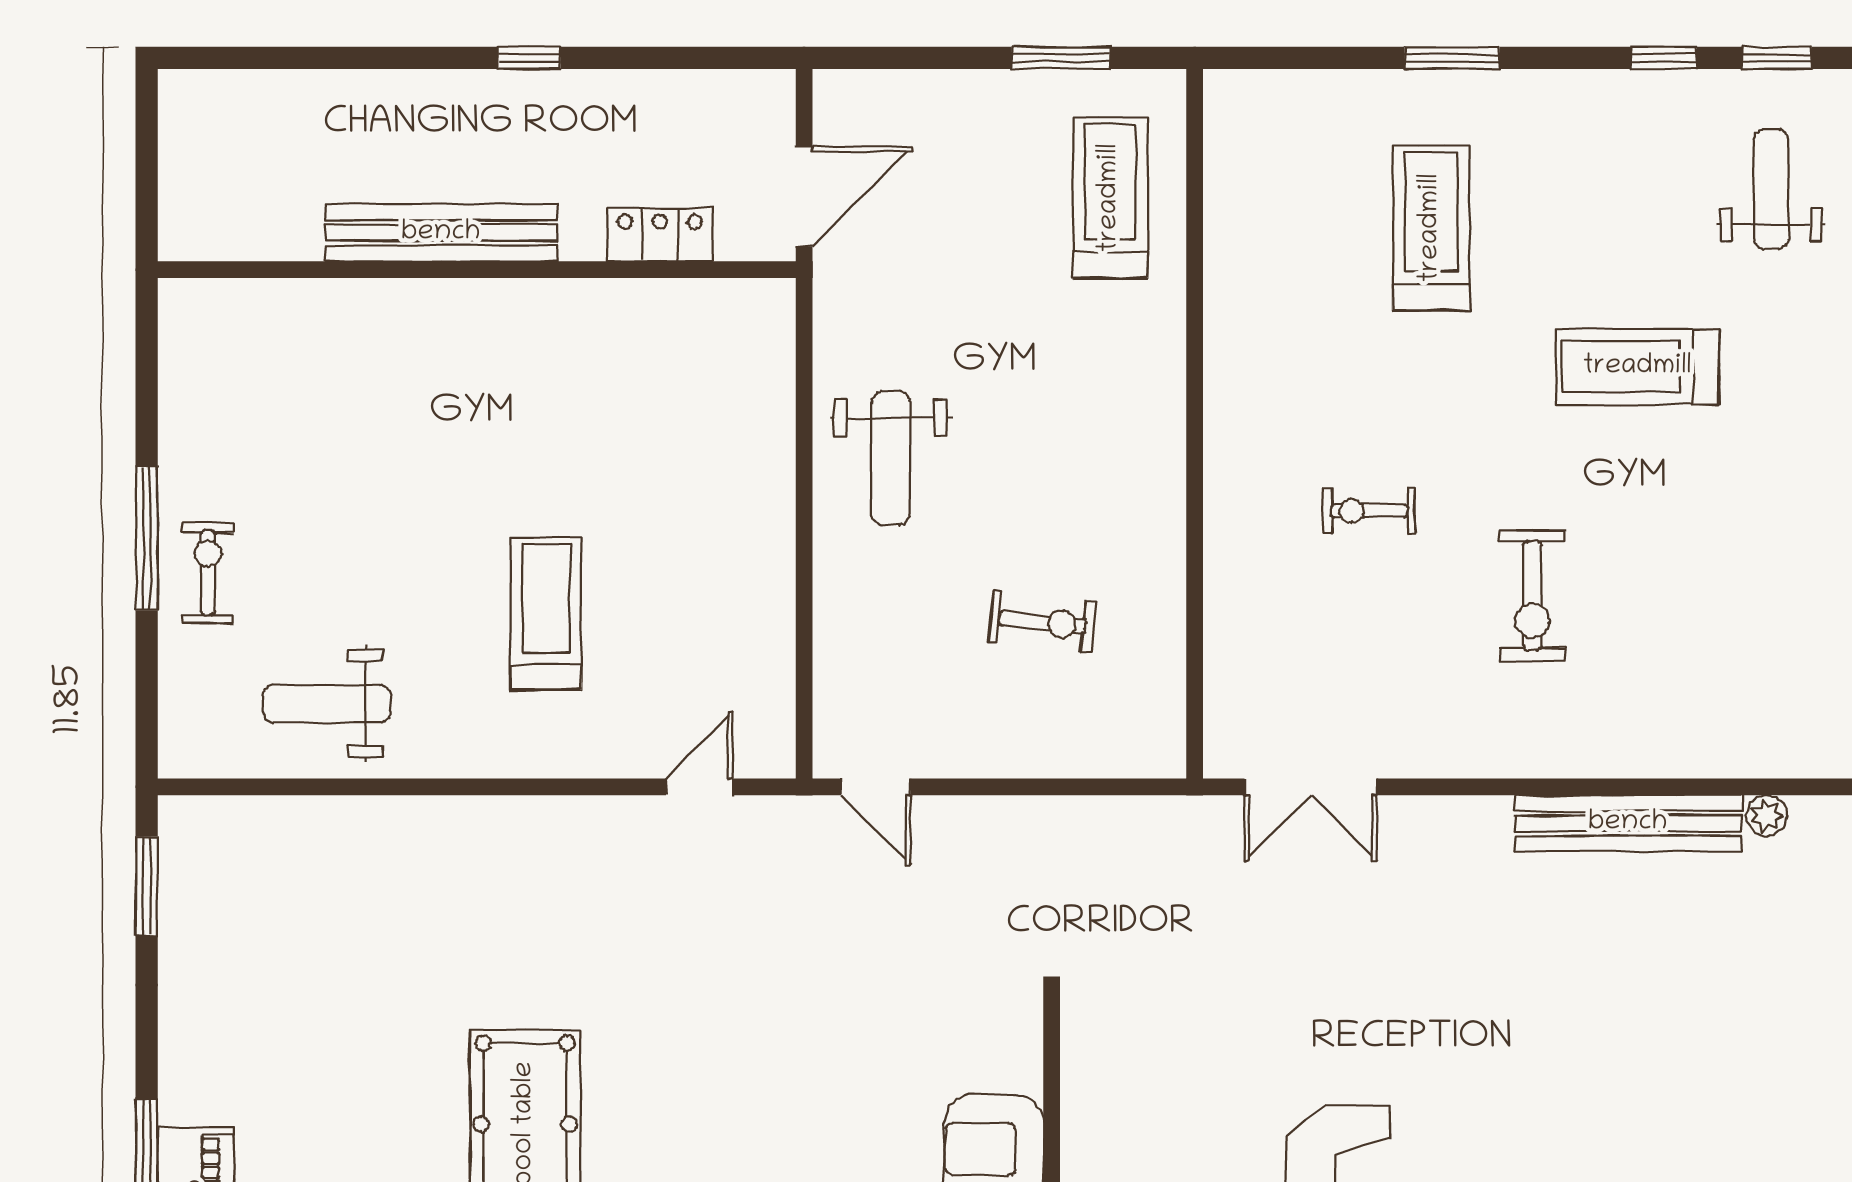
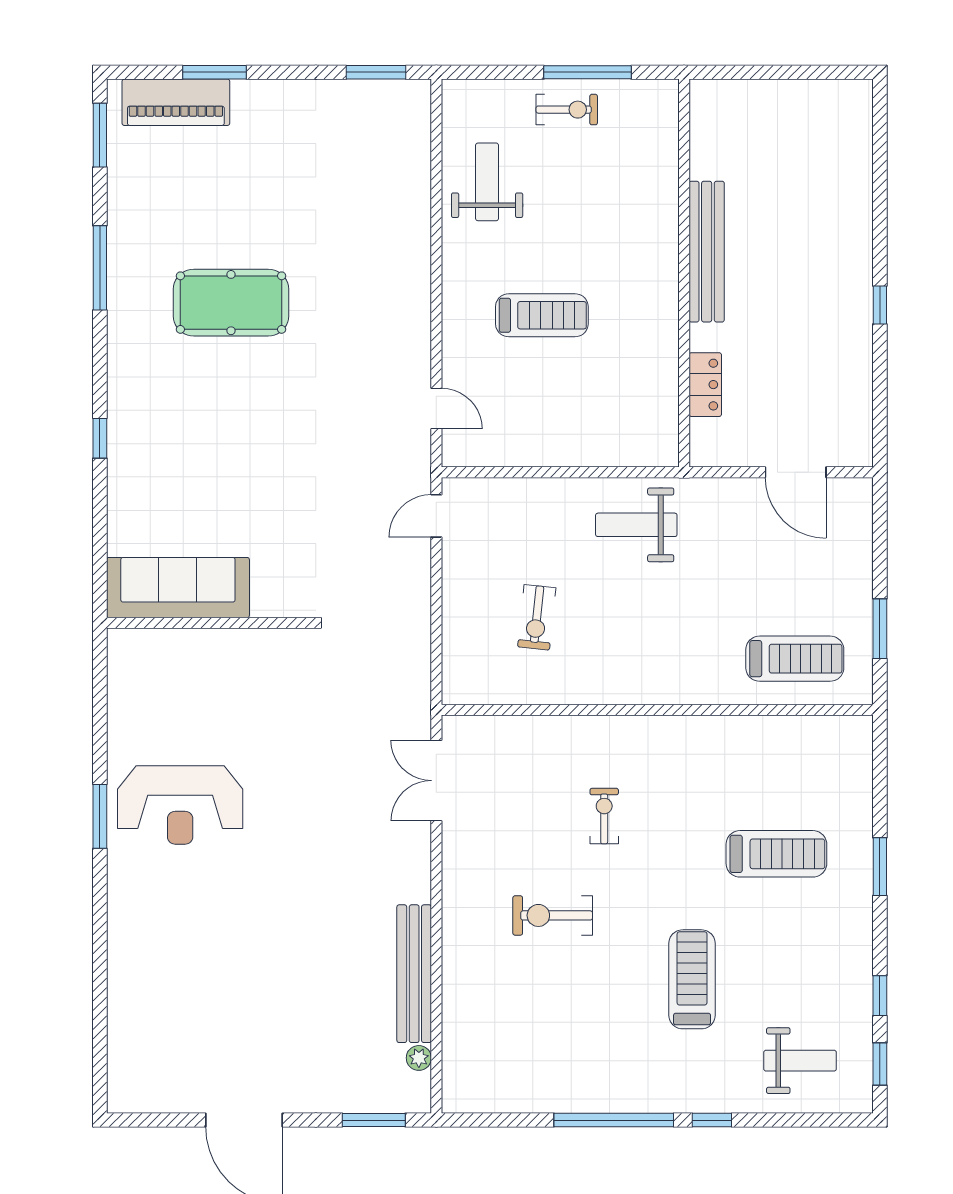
bench: (441, 233) -> (707, 252), moved
locker: (660, 235) -> (705, 385), moved
wall: (477, 270) -> (684, 273), moved

